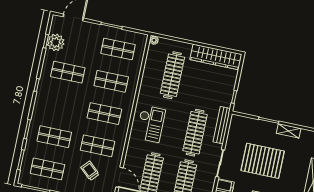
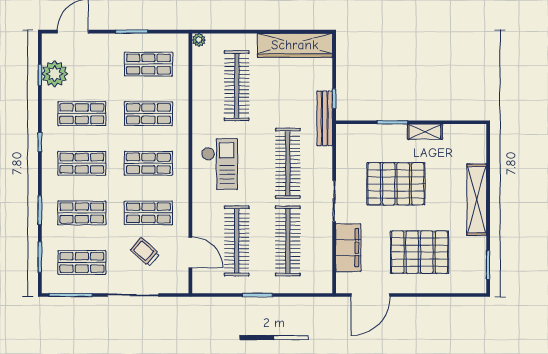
shop shelf: (61, 104) -> (82, 163), added
bench: (222, 125) -> (325, 118), moved

